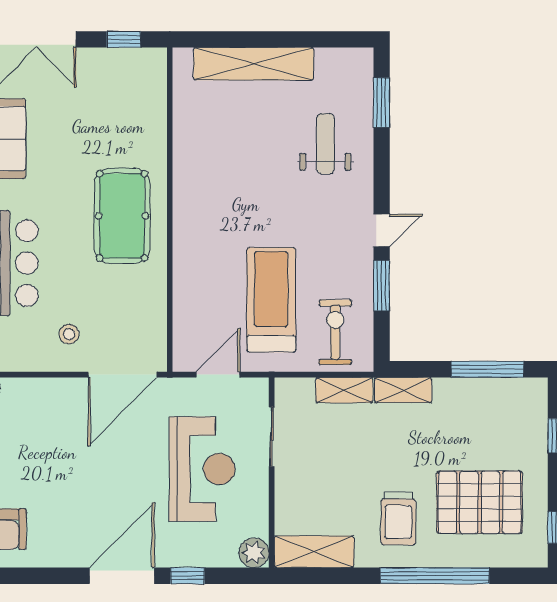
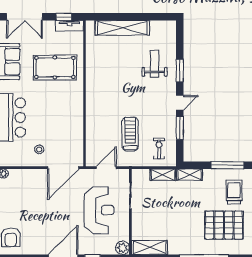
tv unit: (136, 59) -> (69, 26), added
window: (382, 103) -> (180, 71), moved
pool table: (122, 216) -> (55, 67), moved, turned 90
treadmill: (271, 300) -> (130, 134), width x0.73, depth x0.73
exercise bike: (335, 332) -> (159, 149), width x0.73, depth x0.72
trolley: (398, 518) -> (234, 192), moved, turned 180

